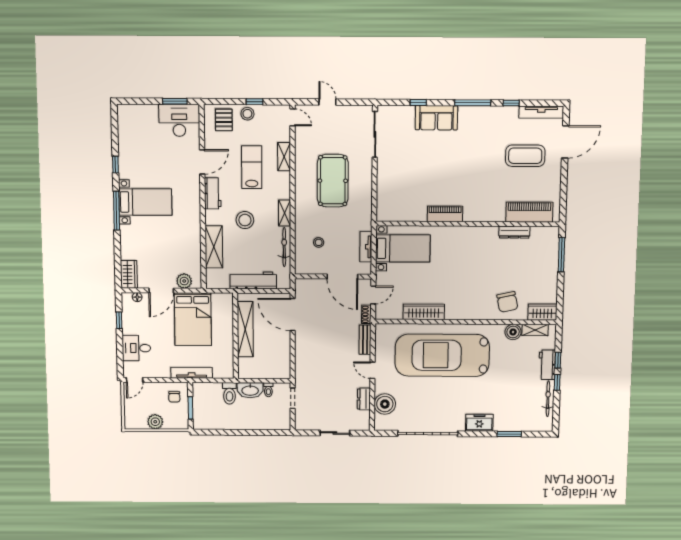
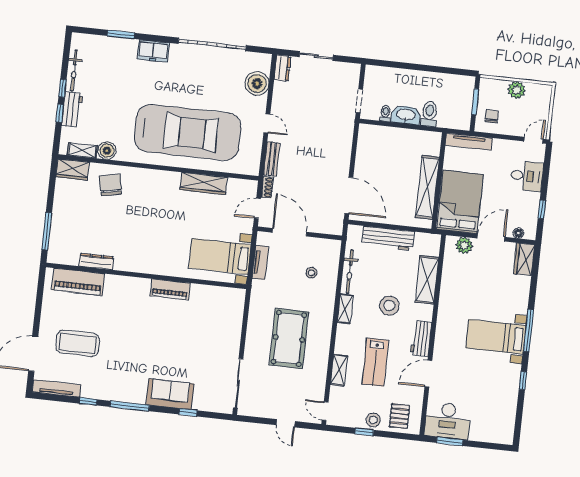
shelving: (245, 329) -> (427, 187), moved
wall: (236, 336) -> (439, 181), moved
dresser: (364, 399) -> (282, 68), moved

